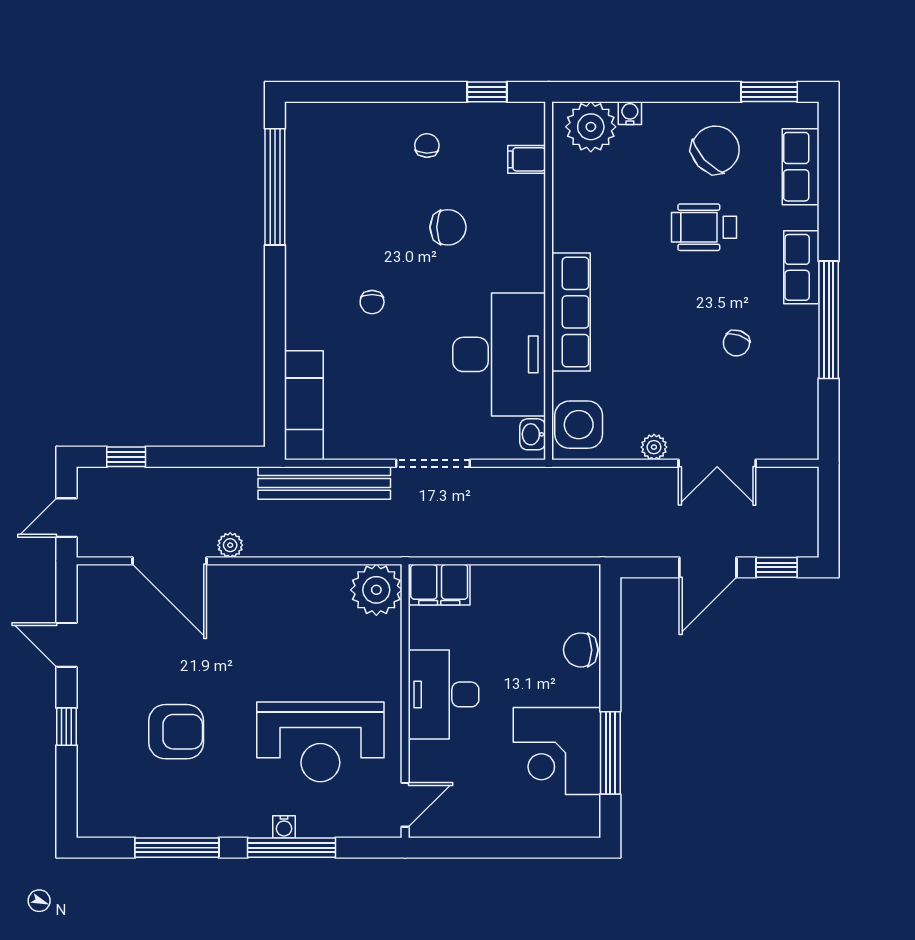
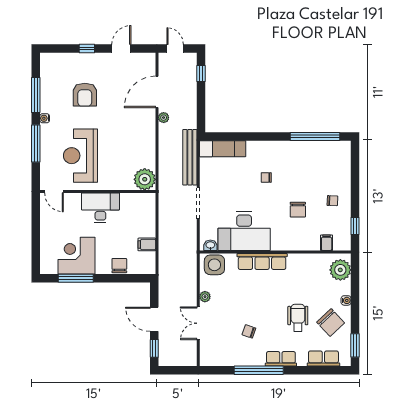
water cooler: (630, 113) -> (346, 300), moved
filing cabinet: (439, 585) -> (147, 244), moved, width x0.50
water cooler: (284, 827) -> (45, 118), moved

